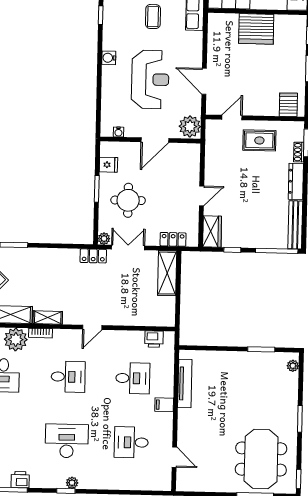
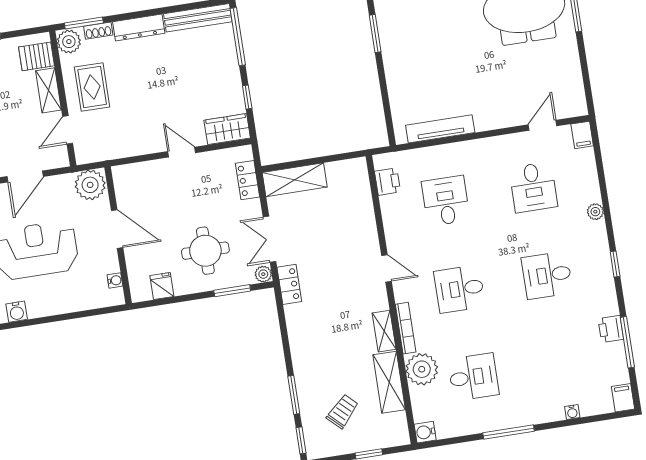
shelving: (263, 109) -> (48, 90), added
door: (232, 118) -> (68, 130), hinge flipped
plant: (295, 130) -> (69, 42), added
window: (97, 189) -> (232, 291), moved
bookcase: (40, 333) -> (406, 328), width x1.56
desk: (68, 377) -> (460, 289), turned -90
filing cabinet: (164, 405) -> (582, 135), moved
desk: (67, 441) -> (547, 275), width x0.73
plant: (72, 483) -> (595, 212), moved

